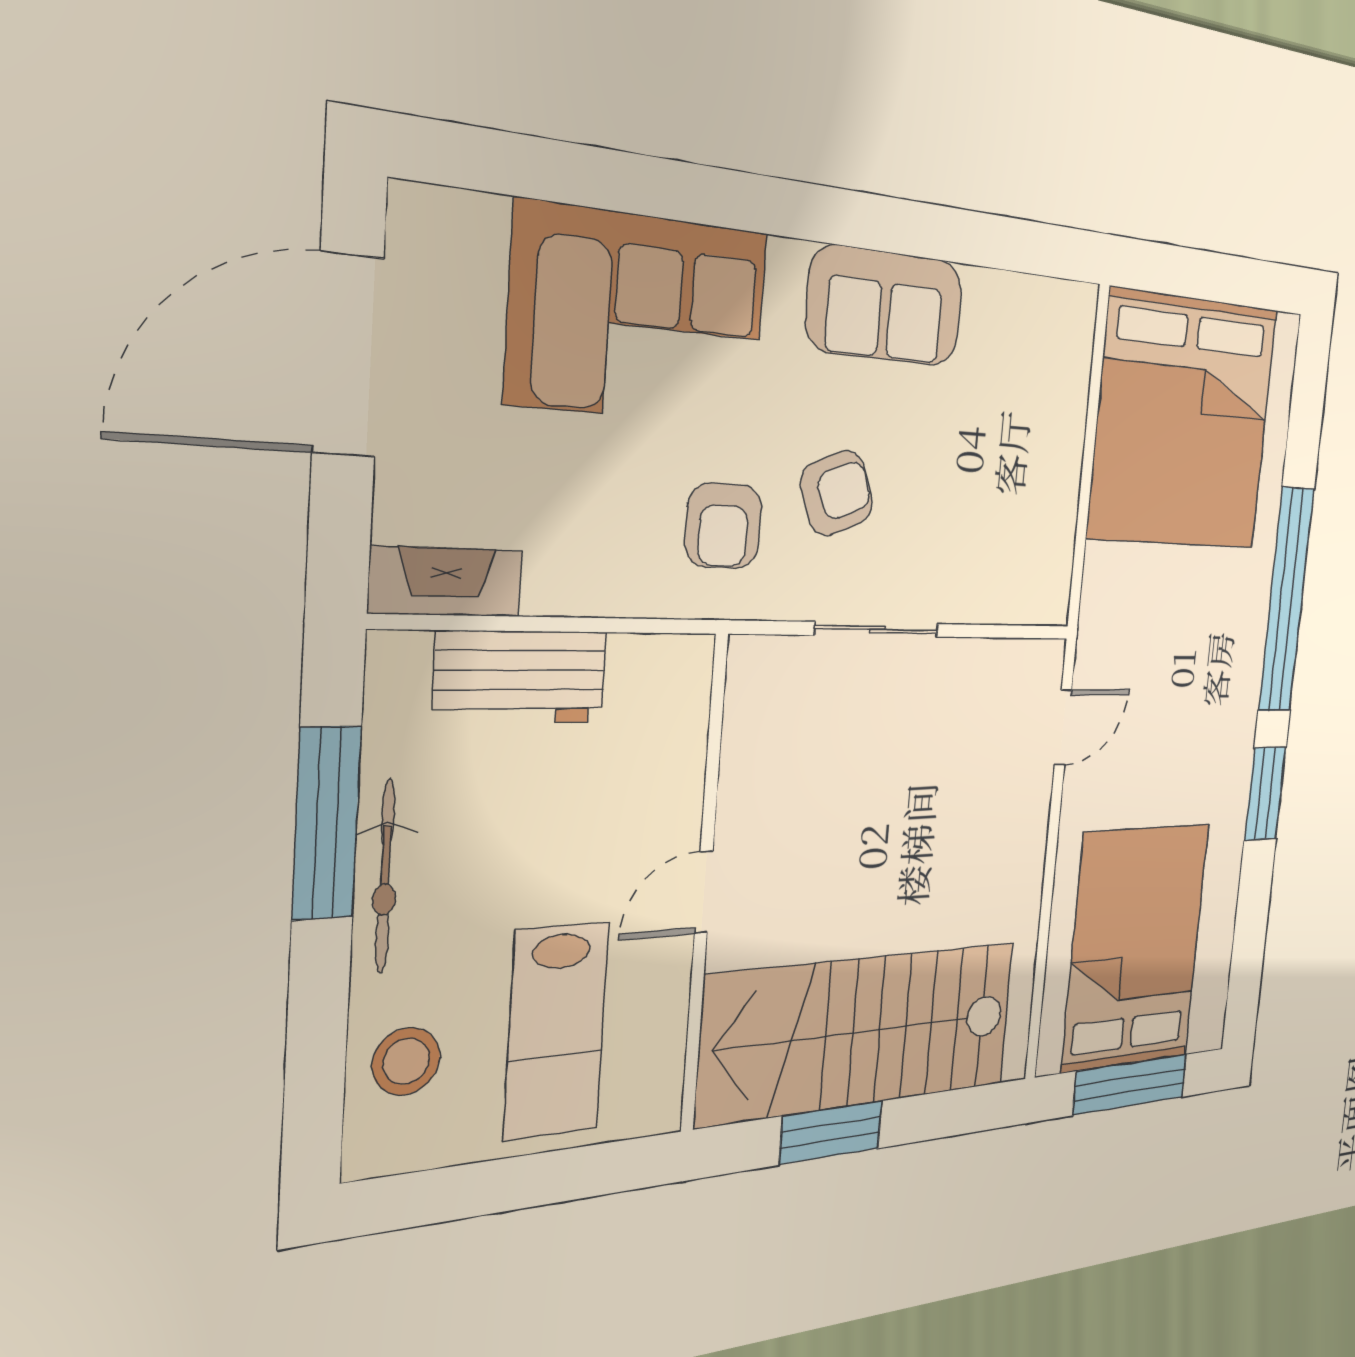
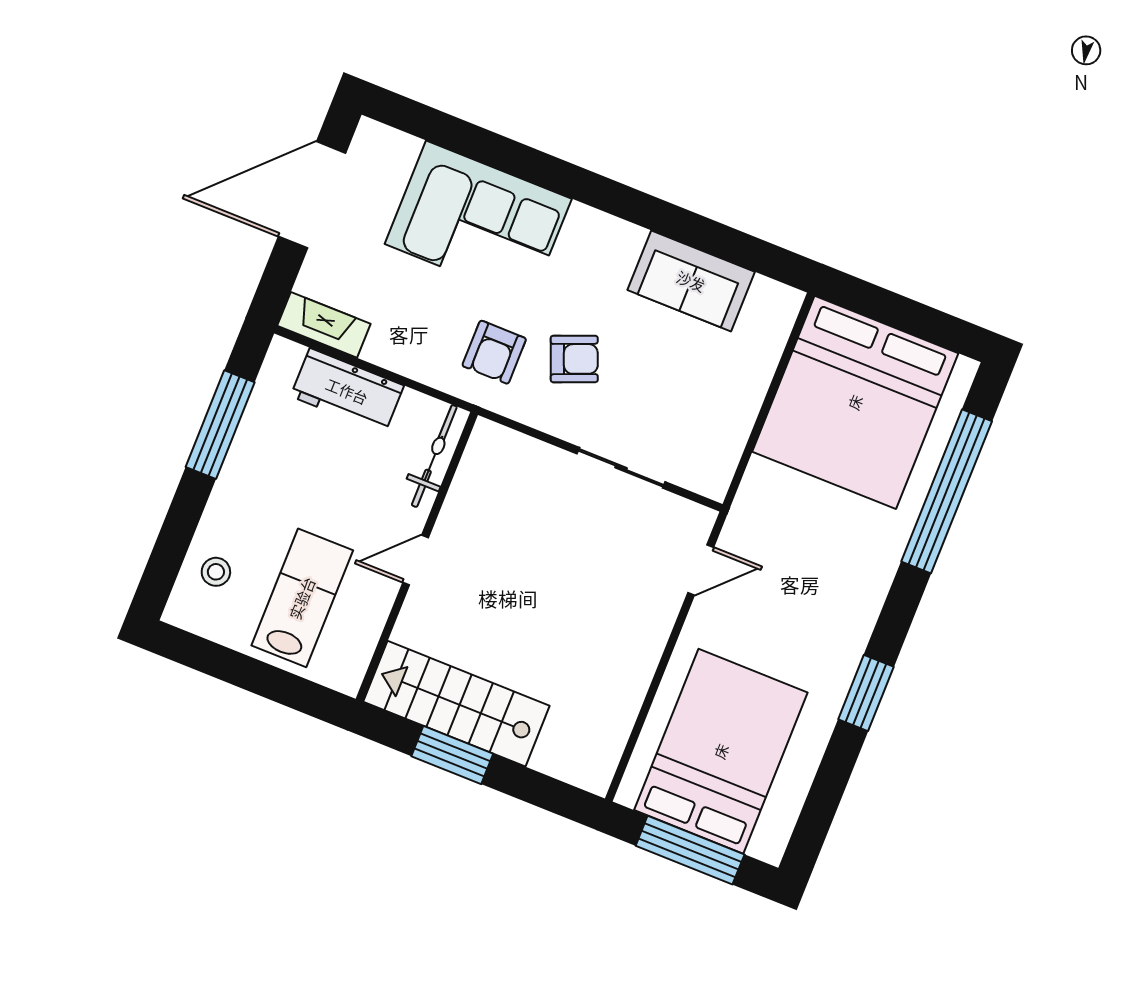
sofa: (885, 306) -> (691, 281), moved
window: (1286, 600) -> (947, 491), moved
sliding door: (877, 629) -> (621, 468), moved
bicycle: (385, 876) -> (434, 456), moved, turned 180
lab bench: (556, 1031) -> (302, 598), turned 180
stairs: (861, 1032) -> (456, 704), width x0.73, depth x0.66
stool: (406, 1061) -> (216, 572), width x0.73, depth x0.73

